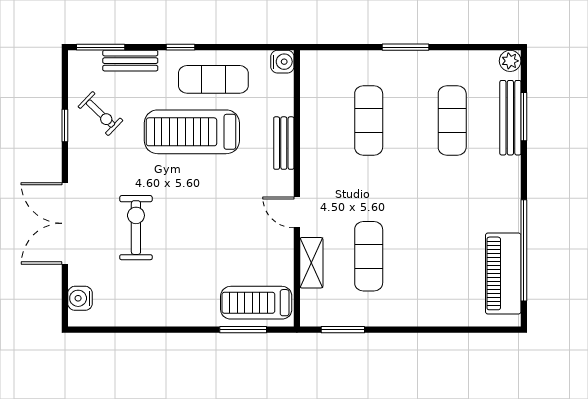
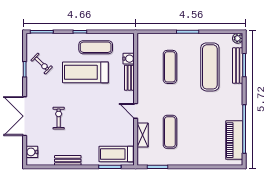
bench: (130, 61) -> (68, 160), moved
water cooler: (282, 62) -> (129, 59), moved
exercise mat: (452, 120) -> (210, 67), width x1.36, depth x1.45
exercise bike: (136, 228) -> (59, 118), width x0.73, depth x0.72

